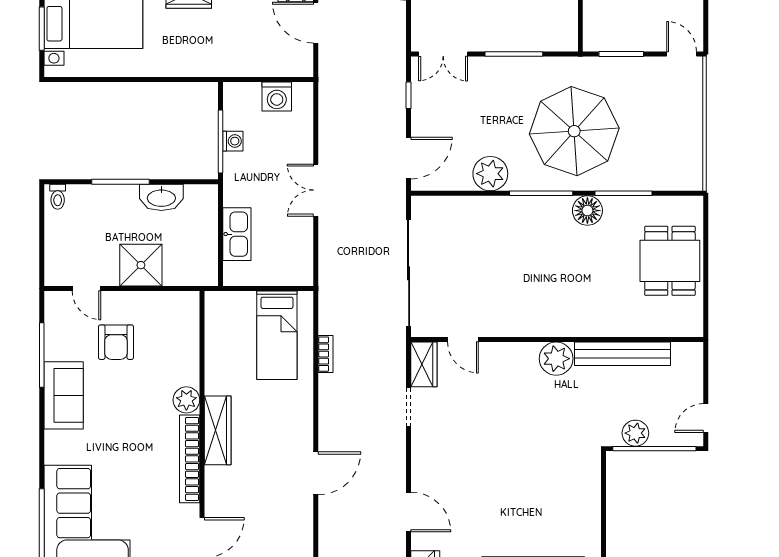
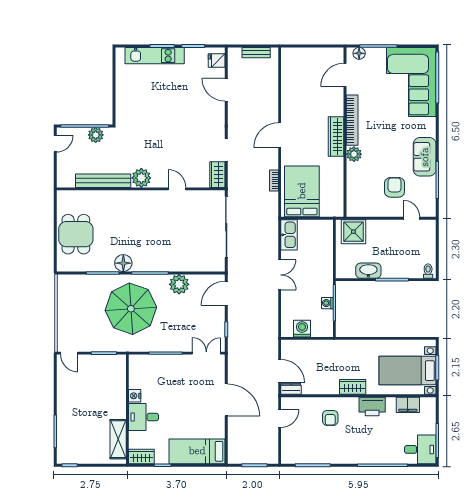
kitchen sink: (237, 234) -> (289, 235), moved, turned 180
shower: (141, 265) -> (353, 232), moved
bed: (277, 335) -> (302, 191), width x1.50
door: (463, 340) -> (177, 189), moved
door: (316, 473) -> (280, 135), moved

